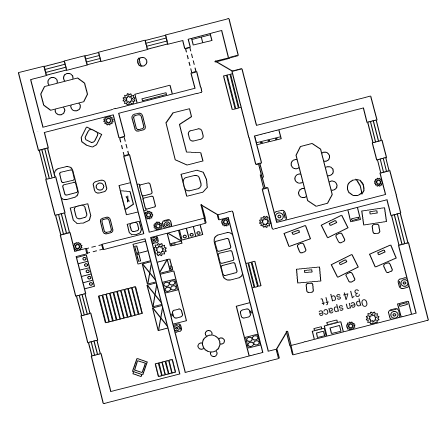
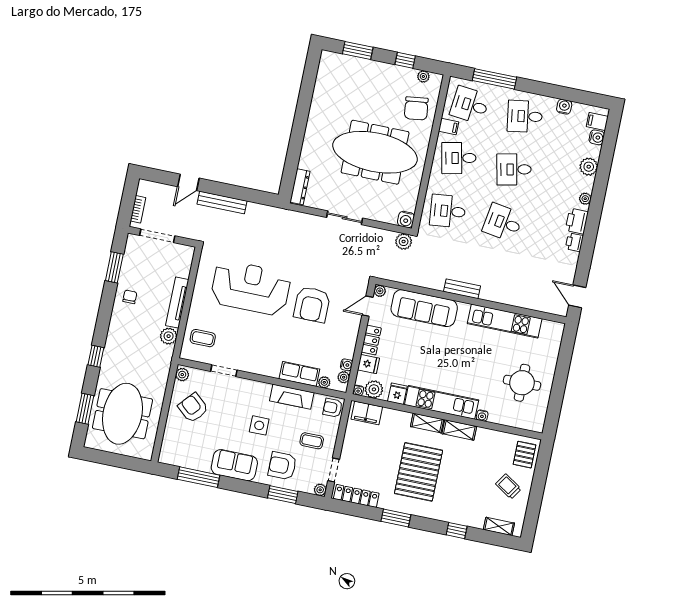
shelving: (150, 273) -> (499, 526), moved
kitchen unit: (250, 329) -> (505, 321), moved

